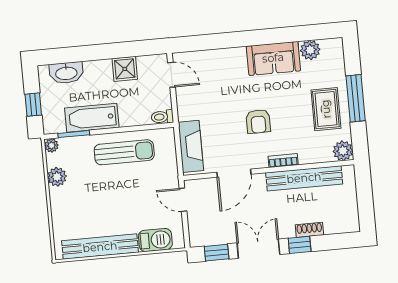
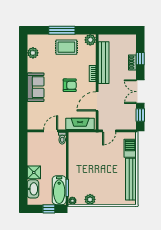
sofa: (273, 58) -> (36, 87), moved
shower: (125, 69) -> (34, 172), moved
door: (171, 75) -> (51, 131), moved
bathtub: (92, 118) -> (59, 190), moved
sun lounger: (124, 152) -> (80, 161), removed
door: (234, 173) -> (97, 101), swing flipped
window: (300, 245) -> (140, 59), moved

